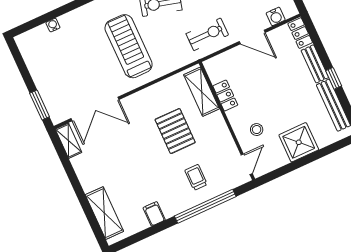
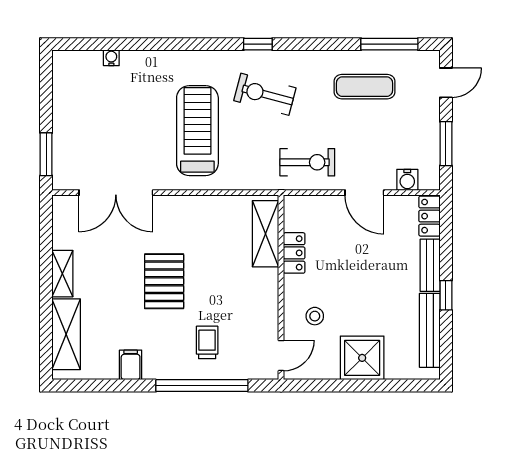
pallet: (175, 131) -> (164, 281), moved
shelving: (68, 141) -> (62, 274), moved

